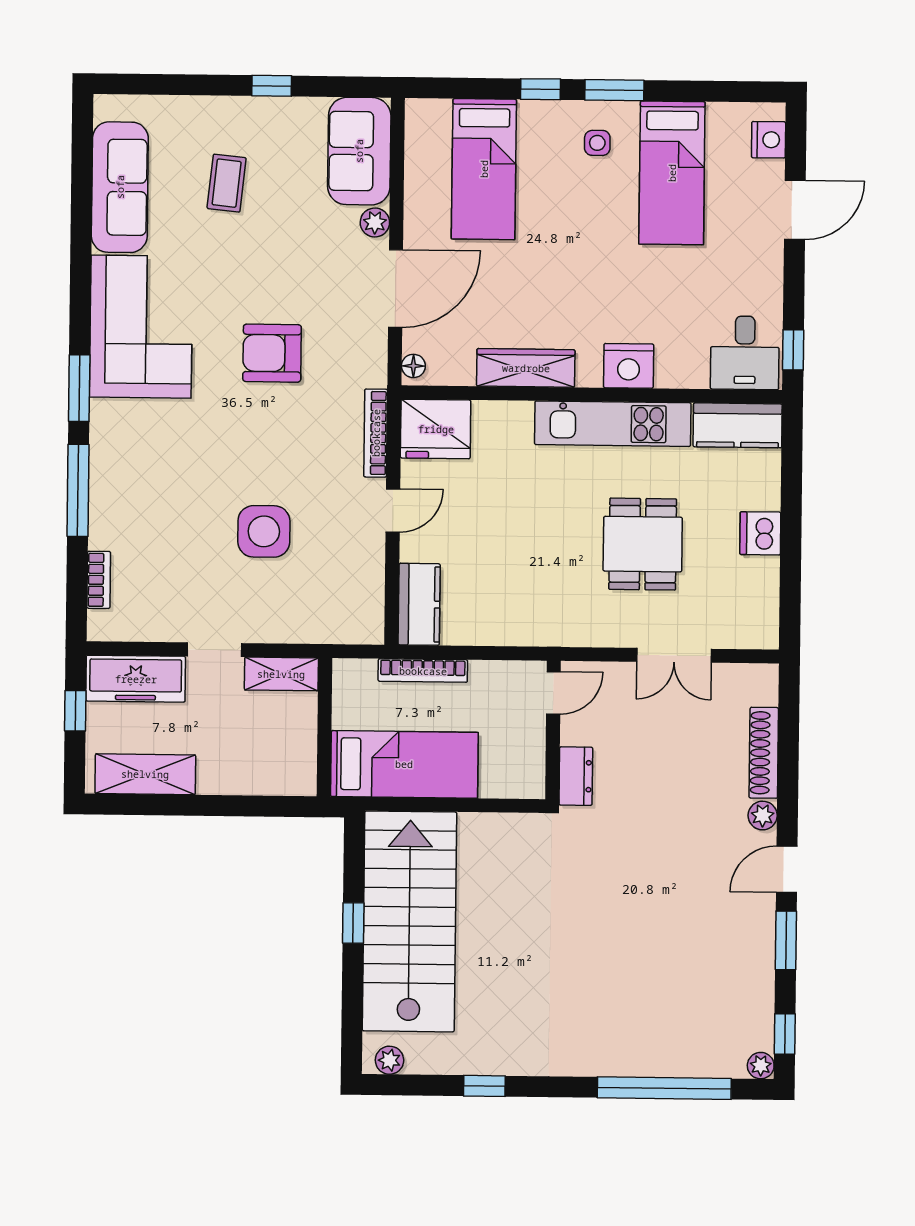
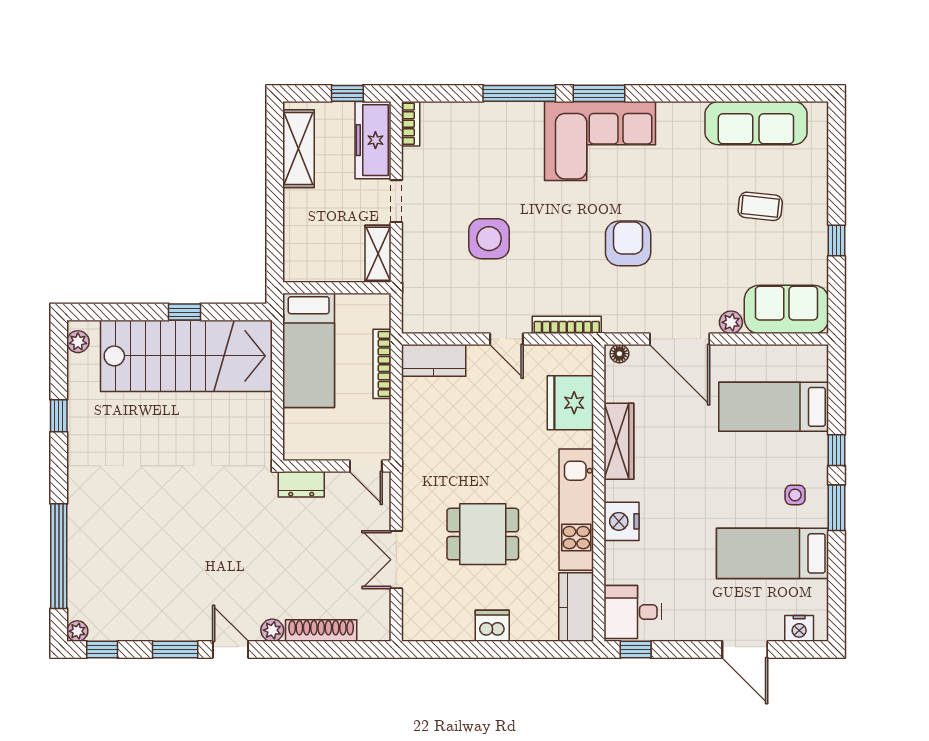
corner sofa: (141, 327) -> (600, 141), moved
fridge: (436, 429) -> (570, 403), moved
bookcase: (99, 580) -> (411, 124), moved, turned -90

